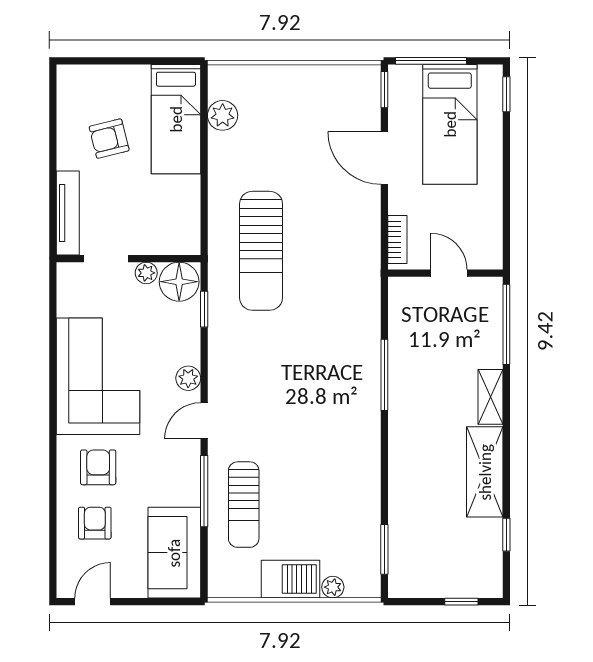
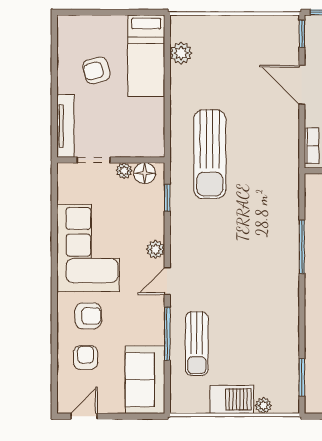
floor lamp: (179, 282) -> (145, 173), width x0.73, depth x0.73
armchair: (98, 467) -> (88, 316), turned 90

